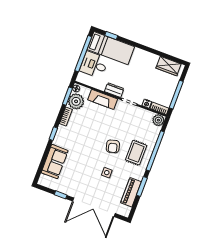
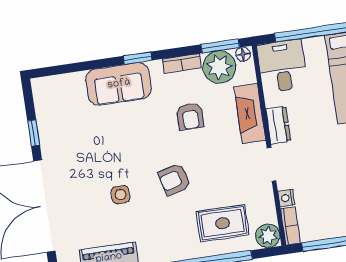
desk: (94, 65) -> (282, 66), moved
armchair: (90, 125) -> (190, 116), added
rug: (136, 153) -> (223, 223), moved
sofa: (55, 162) -> (119, 84), moved

